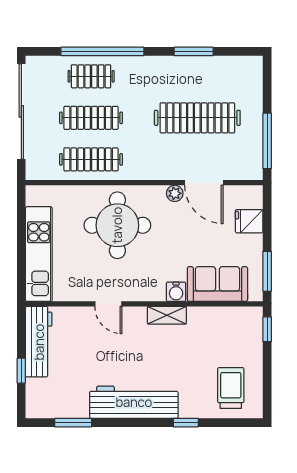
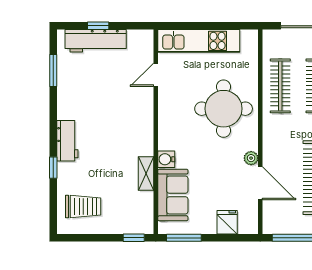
door: (204, 183) -> (260, 183), swing flipped
door: (108, 304) -> (156, 75), moved
shelving: (167, 315) -> (146, 174), moved
workbench: (39, 342) -> (96, 41), moved
workbench: (134, 402) -> (67, 141), width x0.53, depth x0.76

